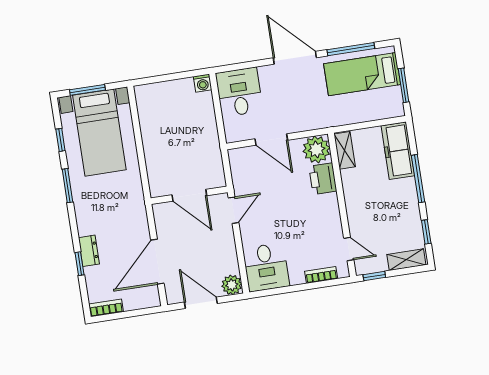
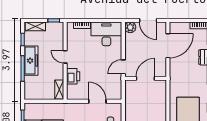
plant: (316, 149) -> (74, 92), removed
freezer: (398, 151) -> (31, 61), moved
door: (189, 195) -> (145, 78), hinge flipped
door: (349, 249) -> (65, 57), moved
desk: (266, 267) -> (106, 34), width x1.37

